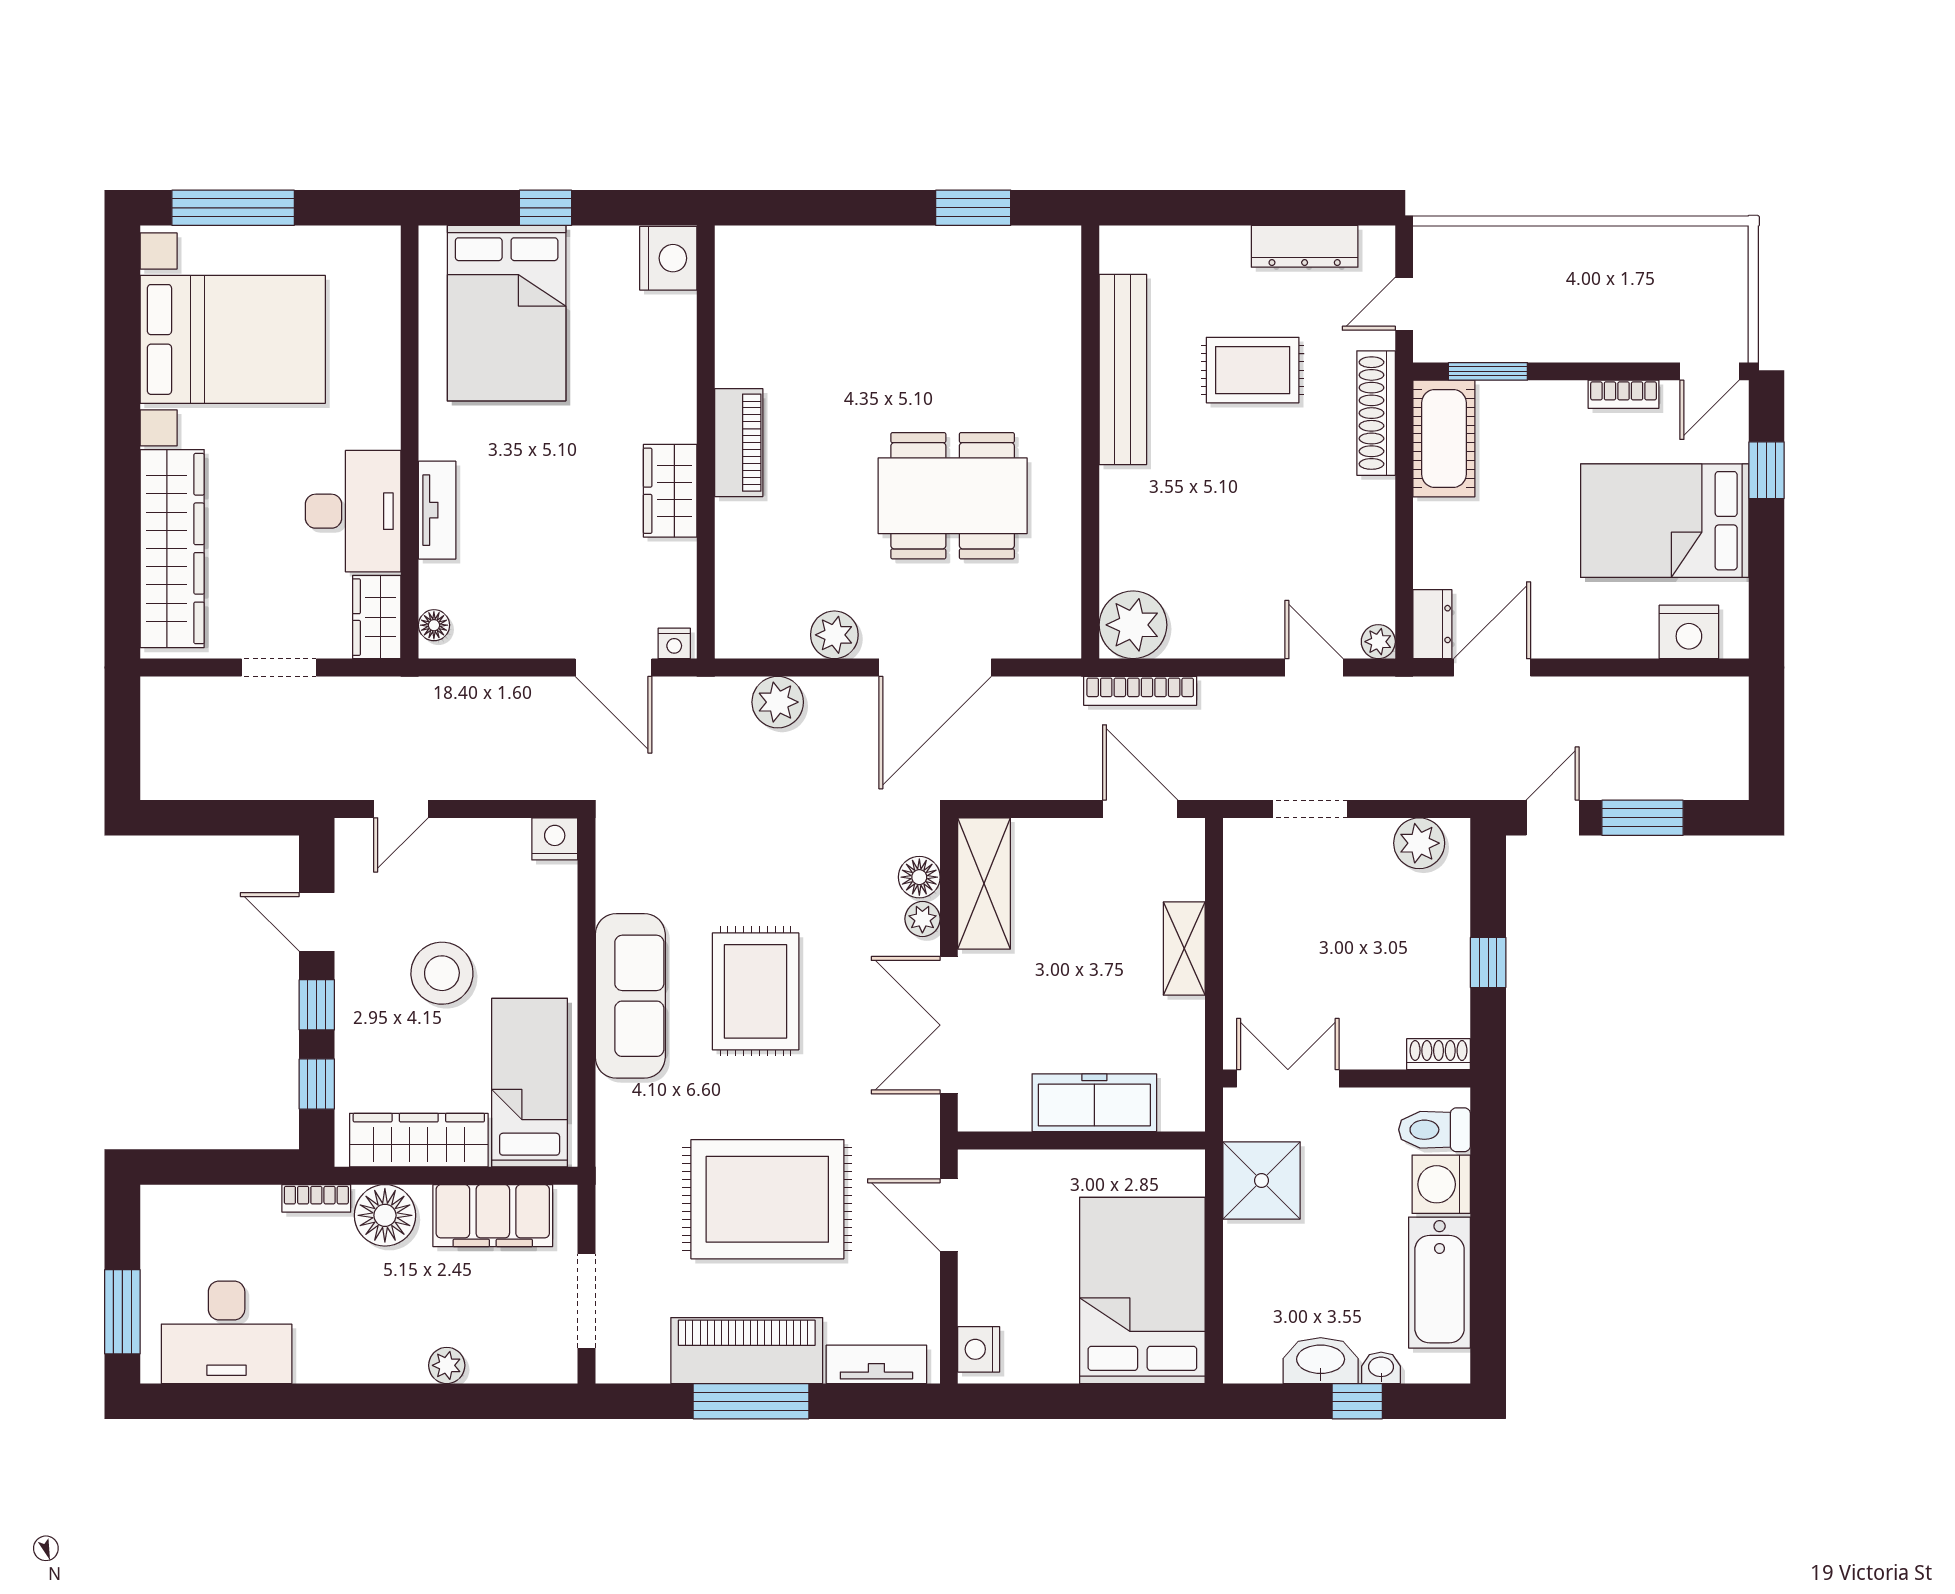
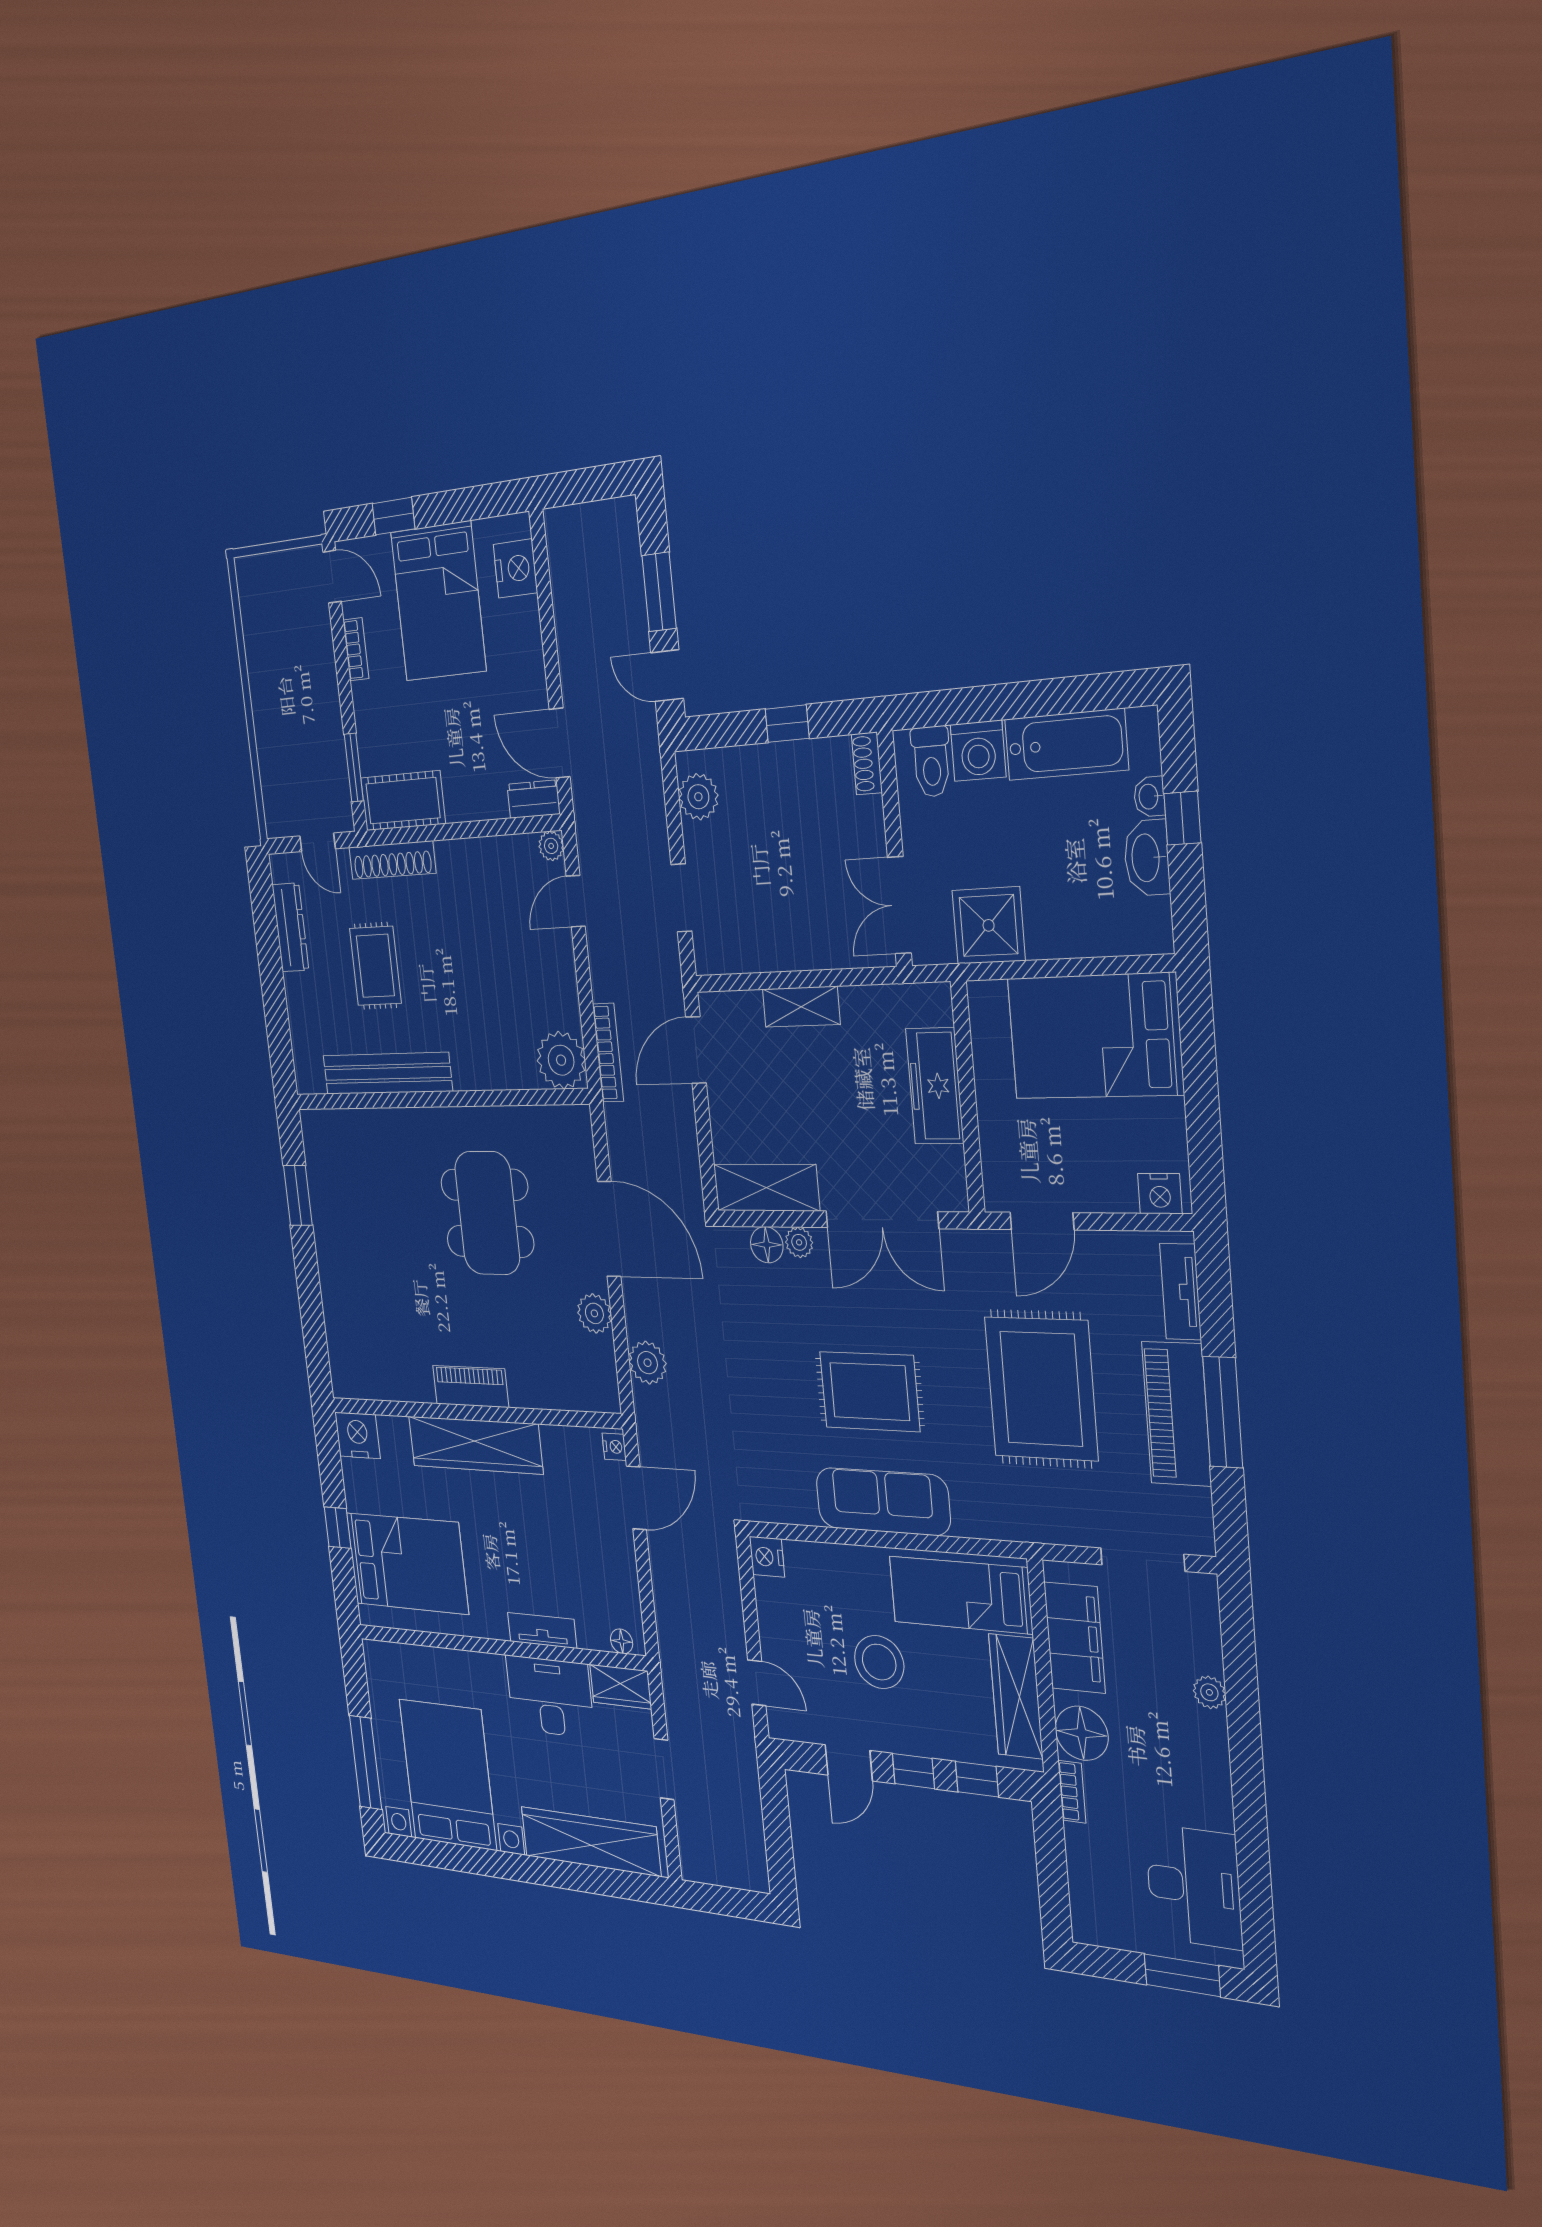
wardrobe: (670, 491) -> (475, 1445), width x2.10, depth x1.17

